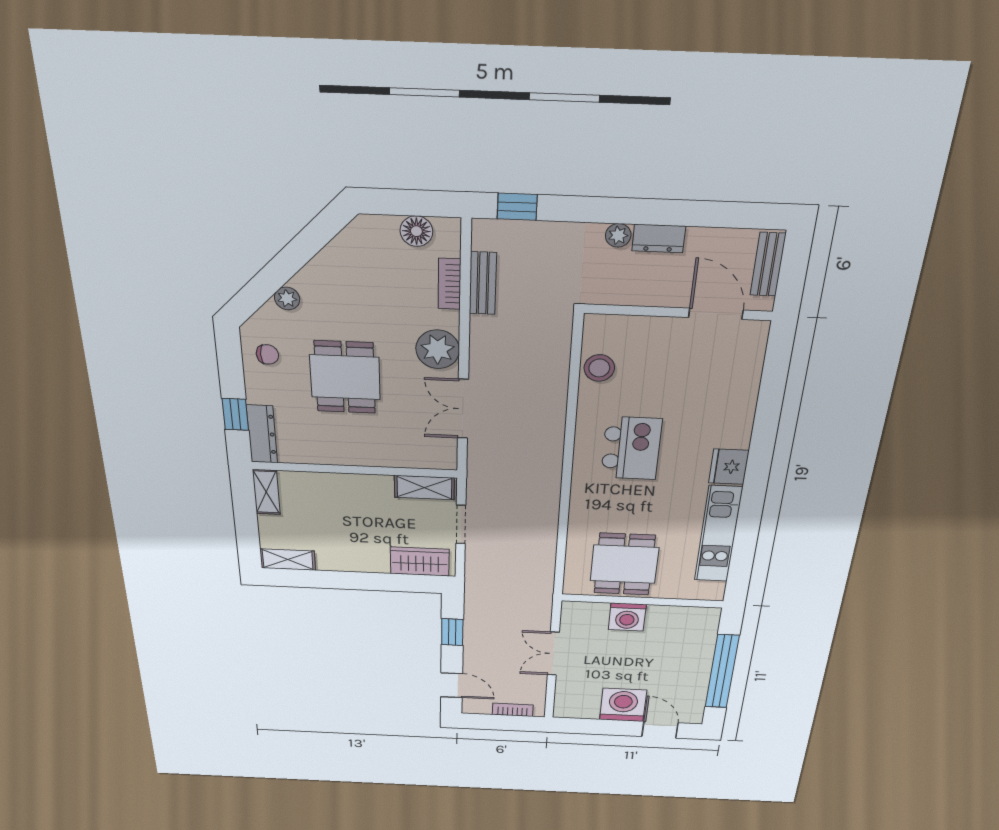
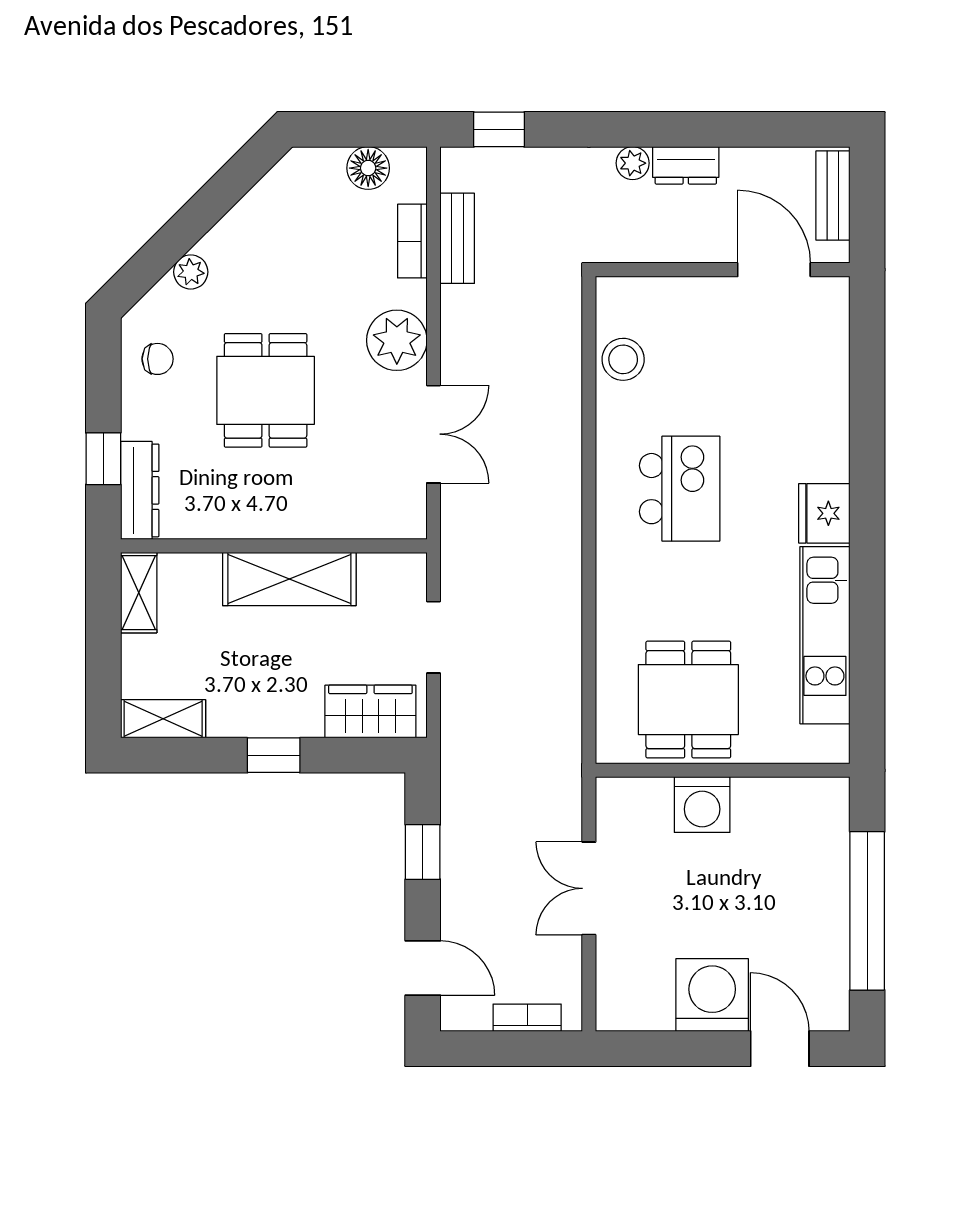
double door: (463, 409) -> (434, 434), swing flipped
shelving: (424, 488) -> (289, 579), moved, width x1.50, depth x1.33
window: (359, 581) -> (274, 755), added

